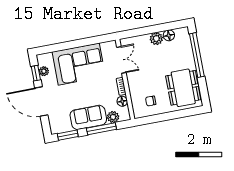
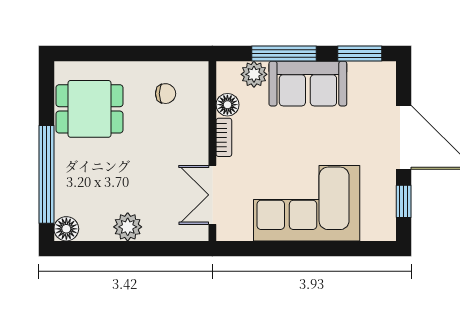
floor lamp: (169, 35) -> (66, 229), moved
plant: (44, 71) -> (385, 202), removed
dining table: (183, 88) -> (89, 109), width x0.73

